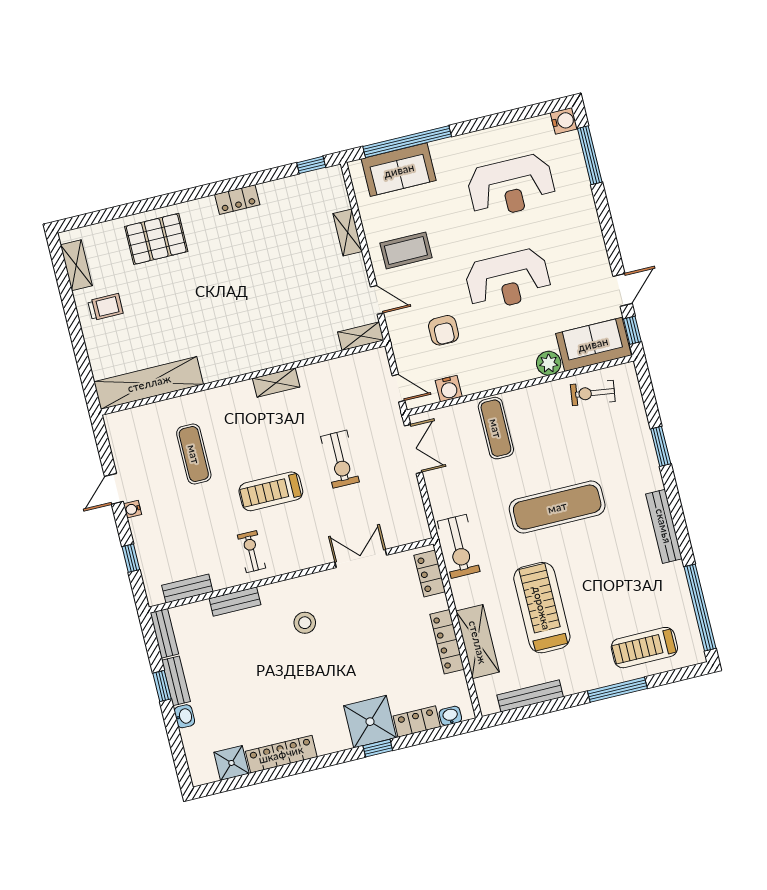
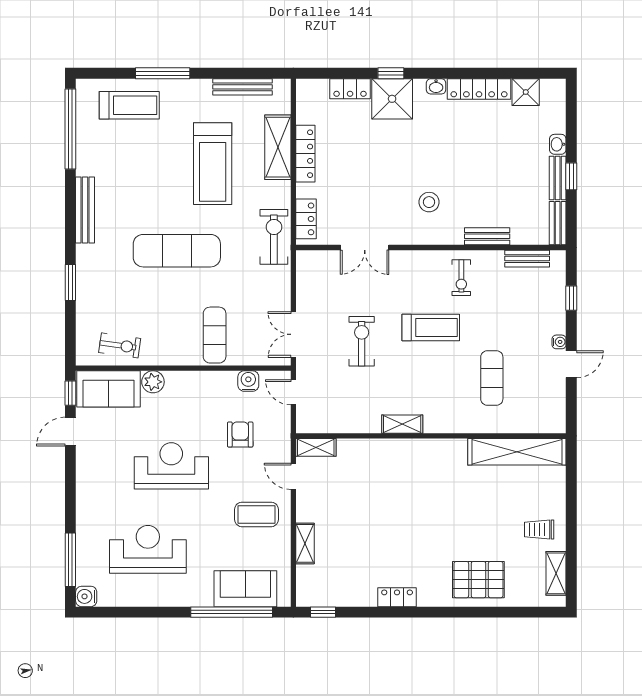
washbasin: (450, 716) -> (436, 86), moved

